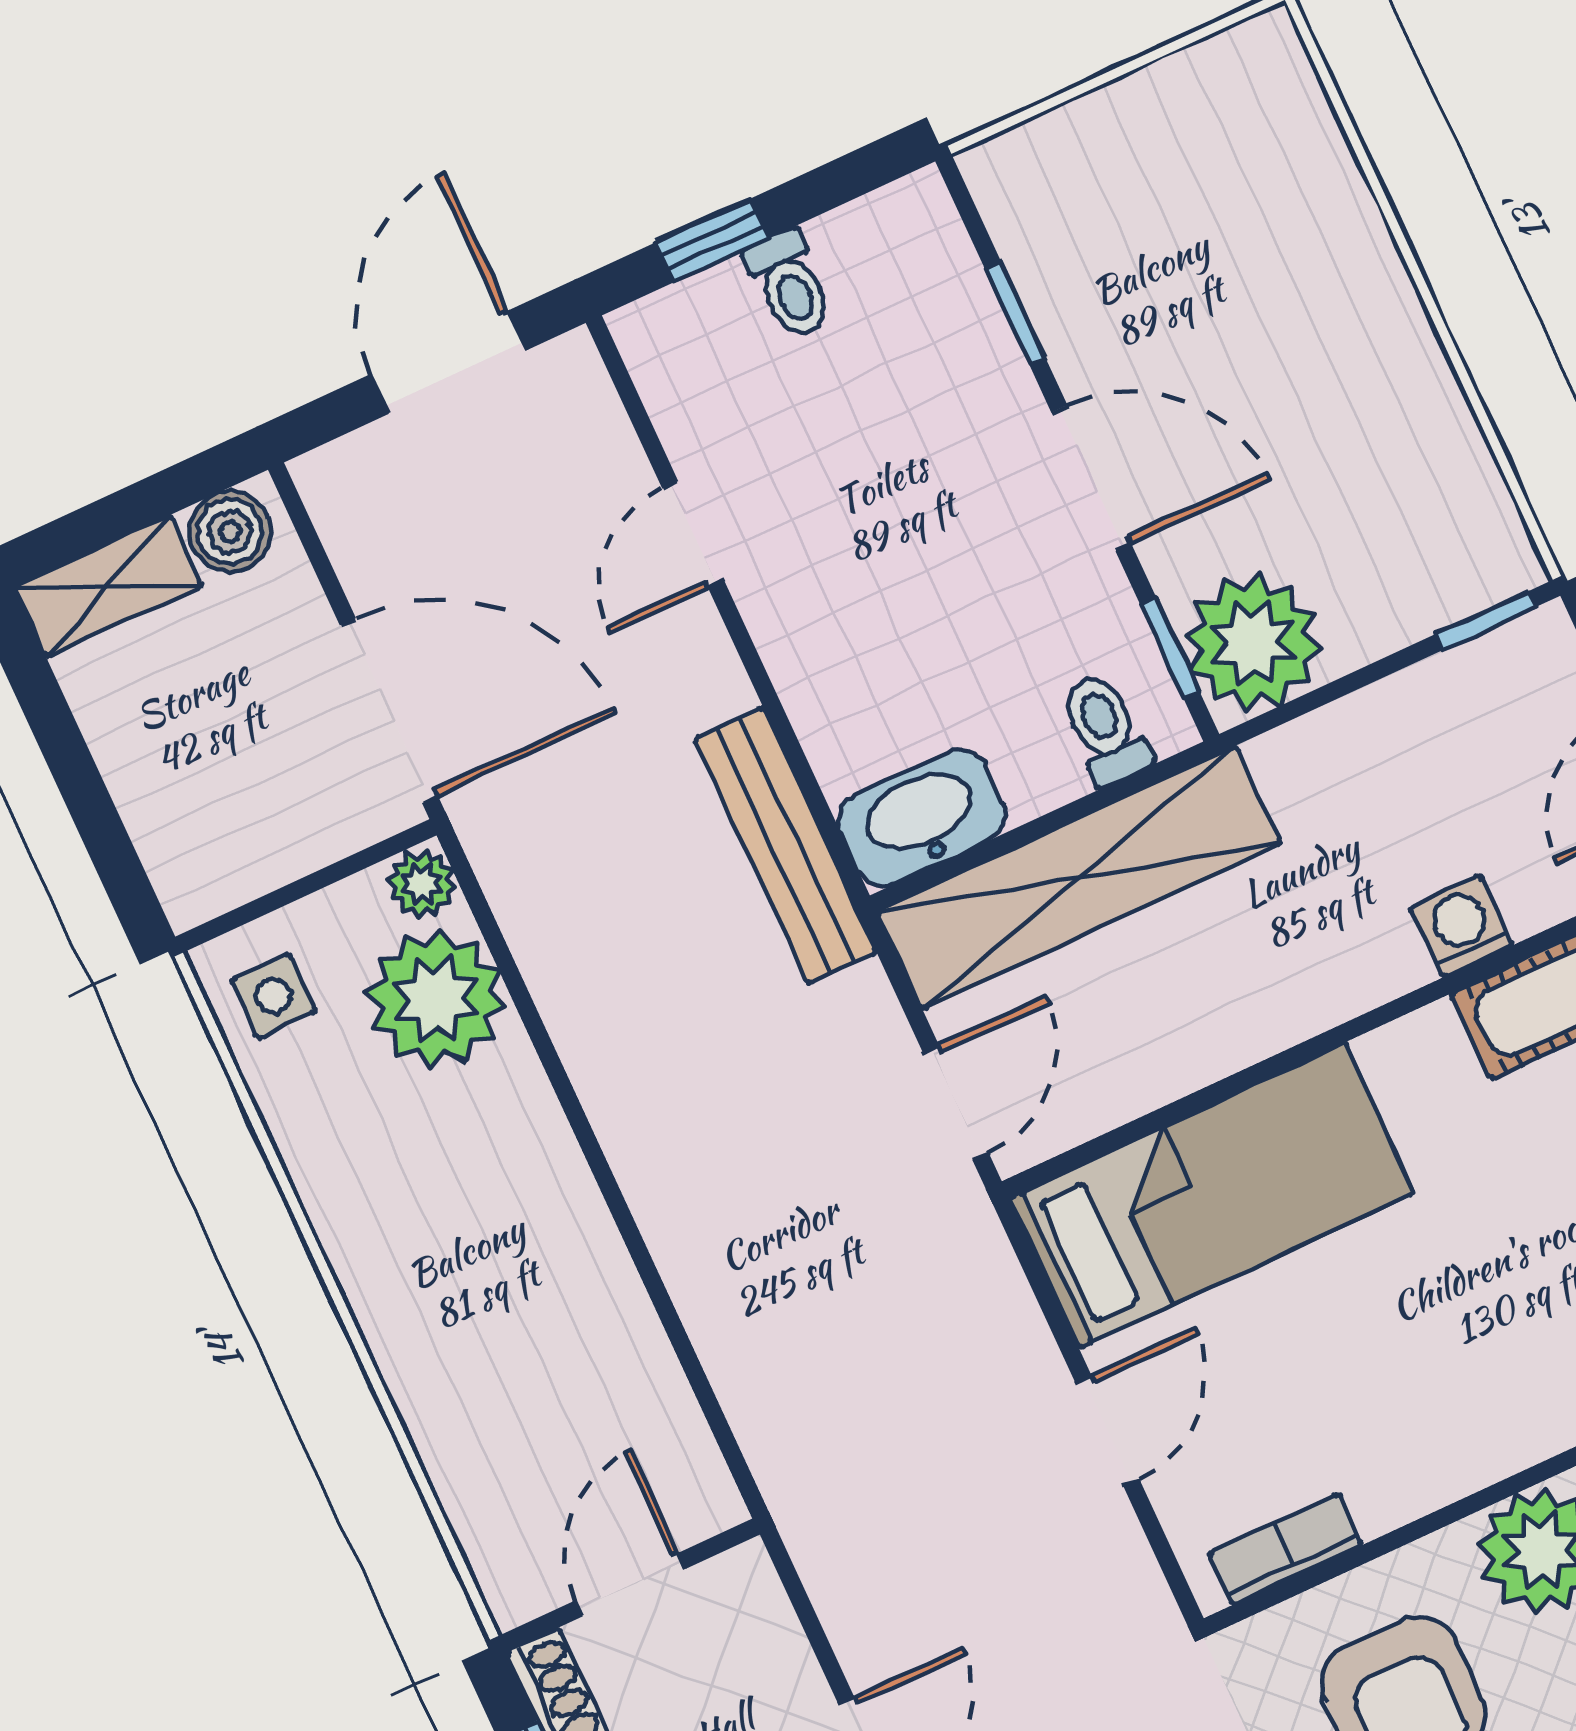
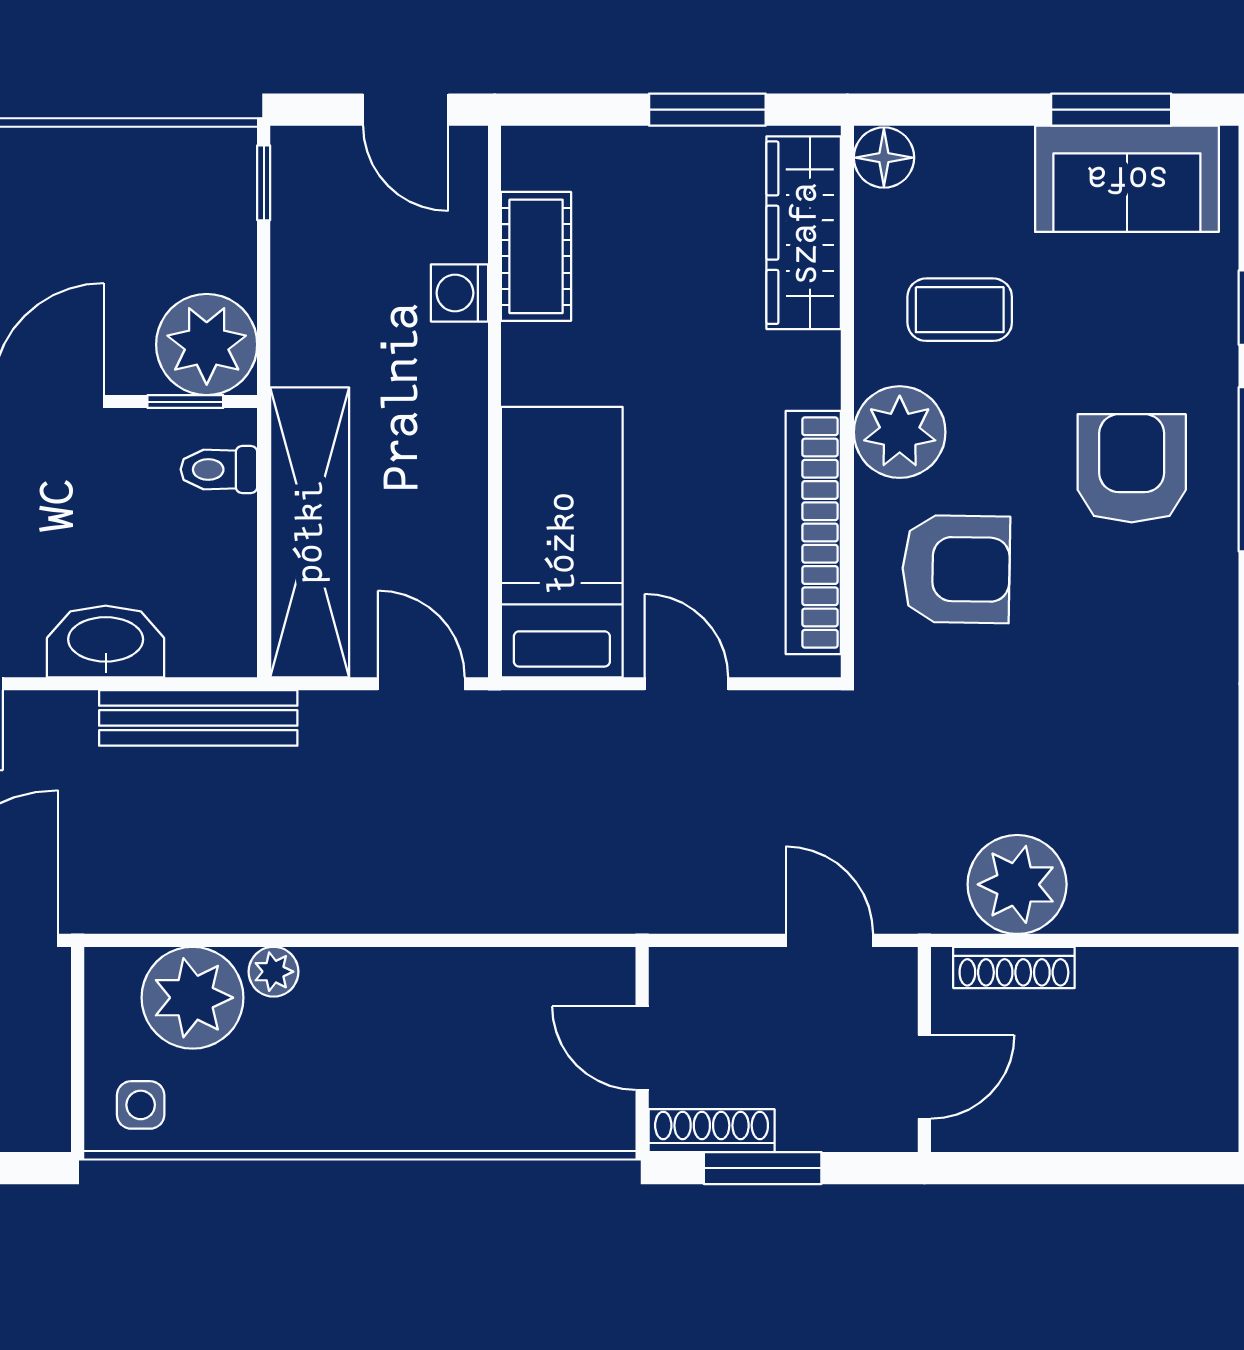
washbasin: (922, 818) -> (106, 642), moved, turned 90
plant: (422, 884) -> (274, 972), moved
bookcase: (1286, 1549) -> (813, 532), width x2.31, depth x1.31

